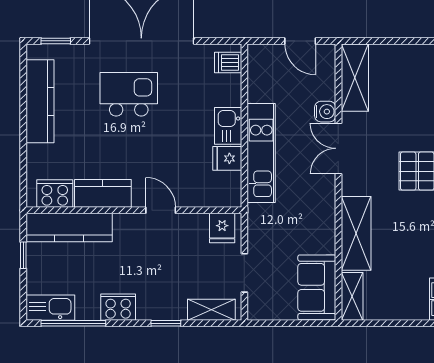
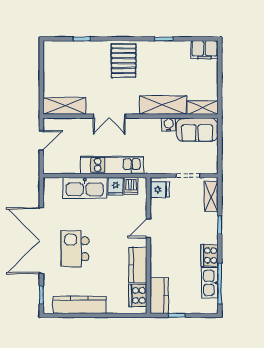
dishwasher: (228, 63) -> (131, 186), moved
water cooler: (325, 112) -> (169, 125), moved
kitchen sink: (228, 126) -> (85, 188), width x1.88, depth x1.24
kitchen counter: (69, 227) -> (159, 295), width x0.67
kitchen sink: (50, 308) -> (210, 283), moved

